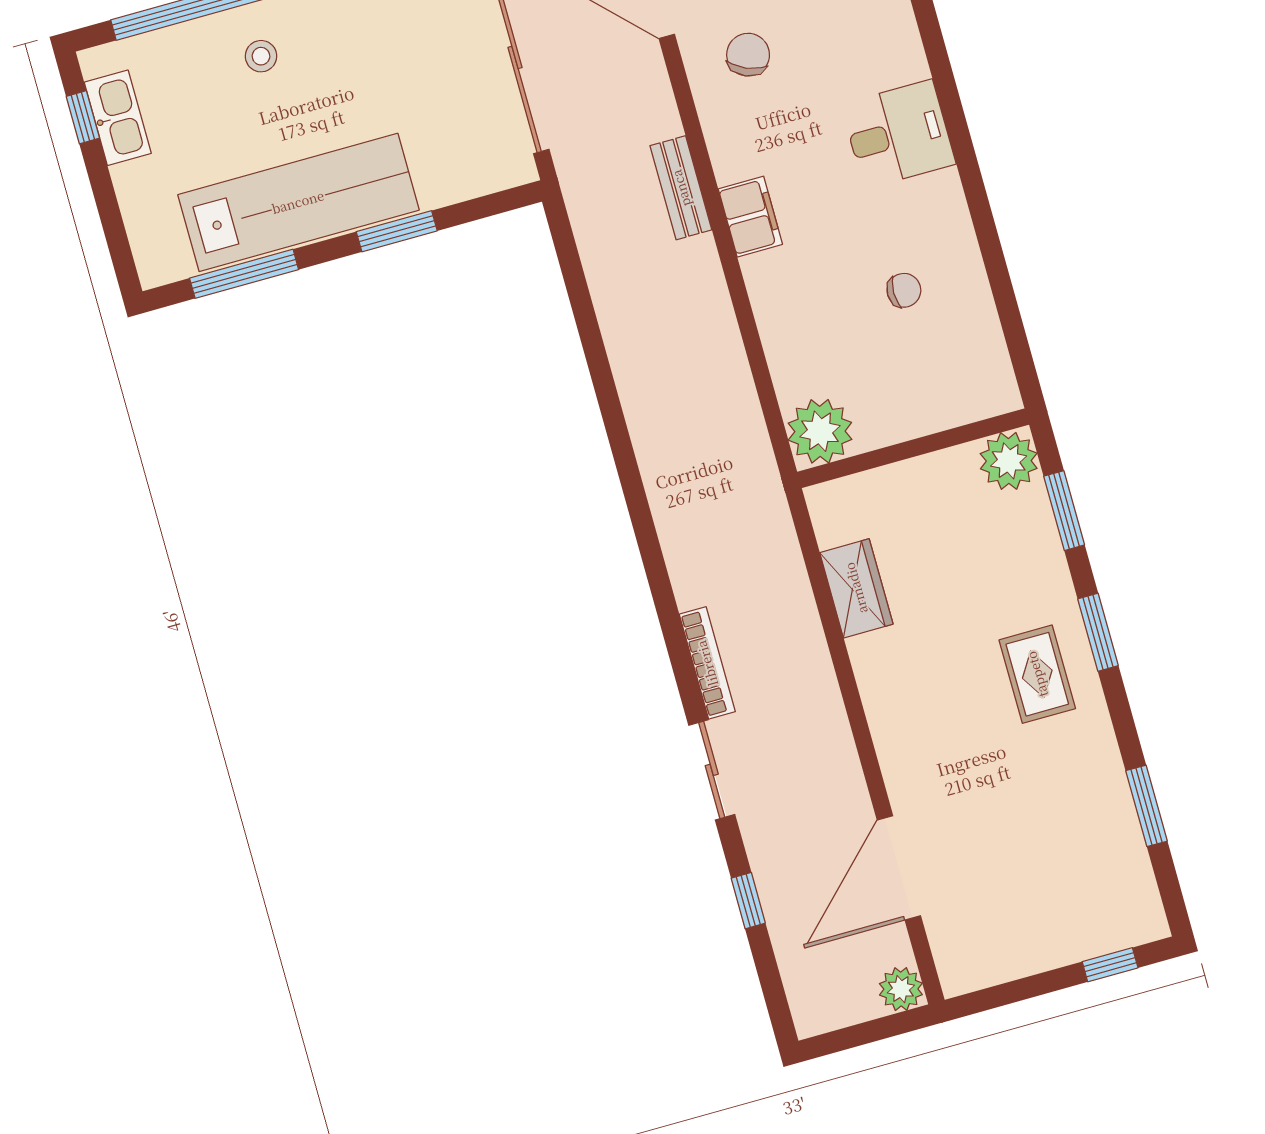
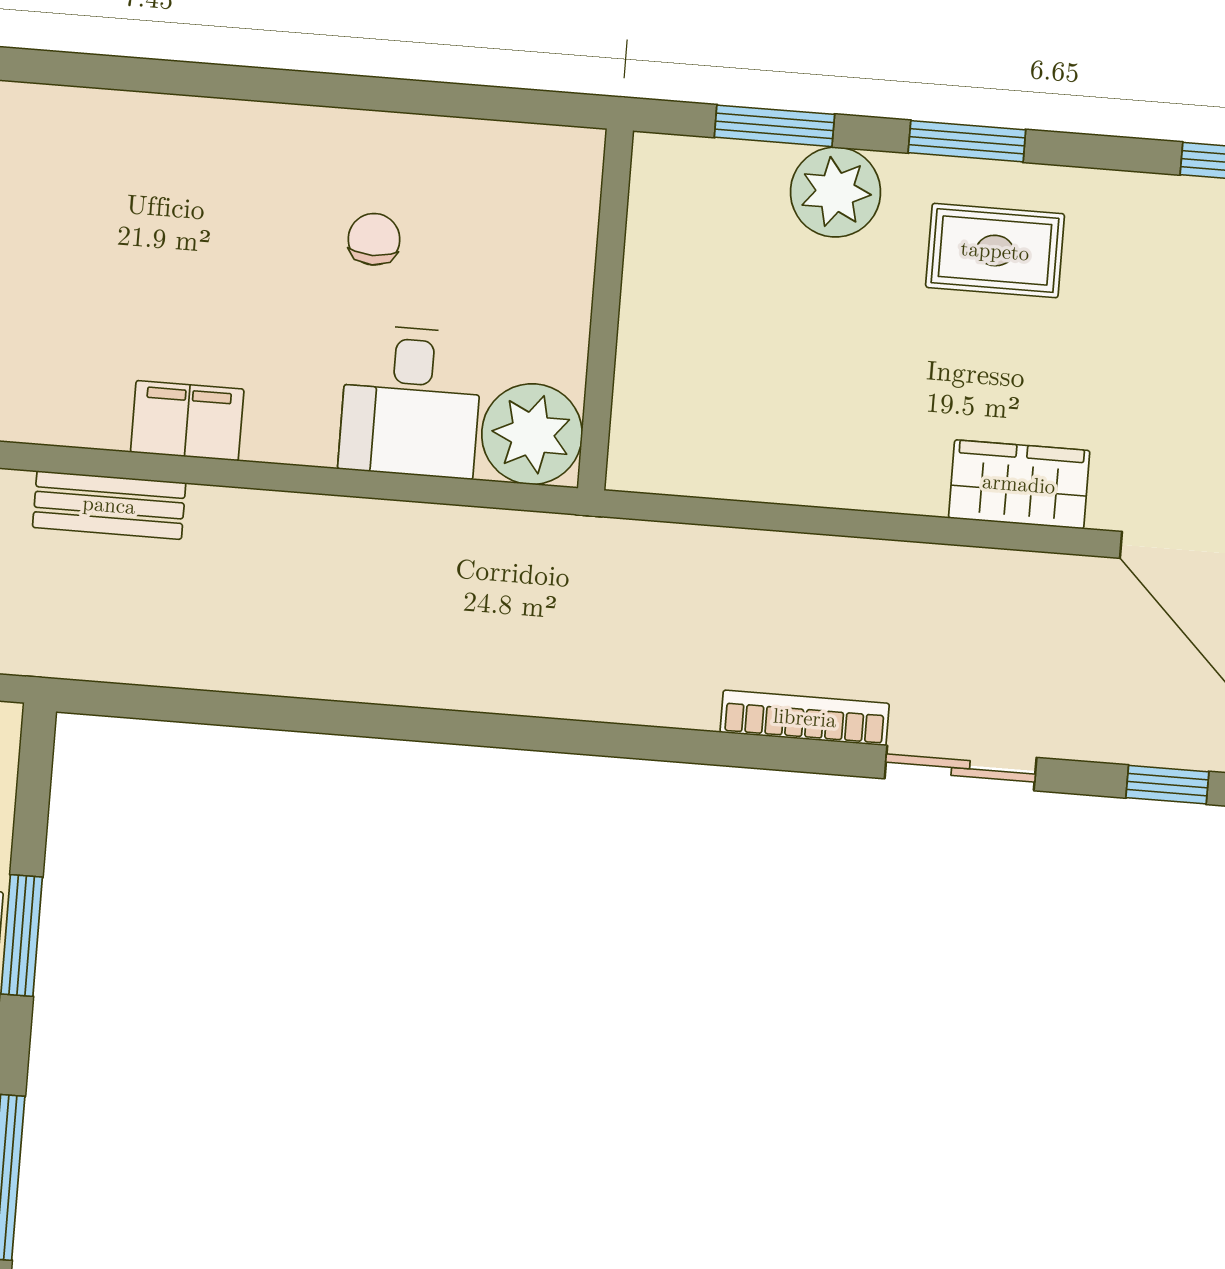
desk: (898, 134) -> (411, 401), moved, turned 180
plant: (1009, 461) -> (836, 192), moved
wardrobe: (856, 588) -> (1019, 484), moved

